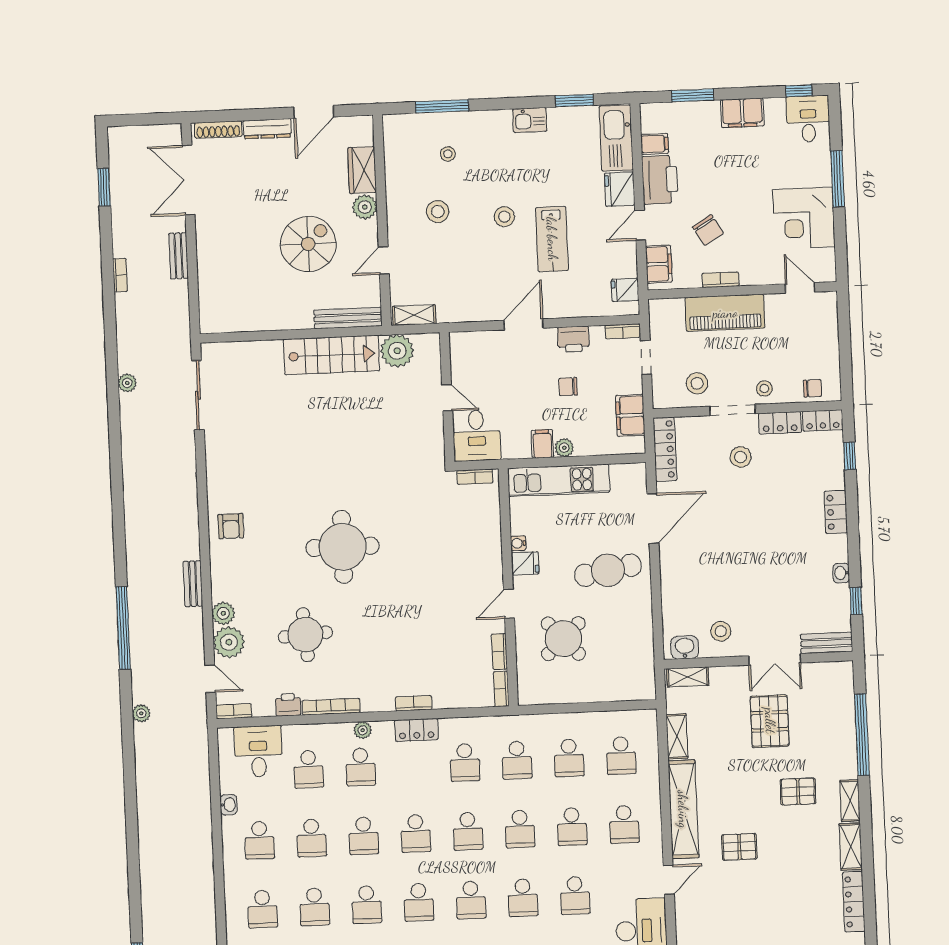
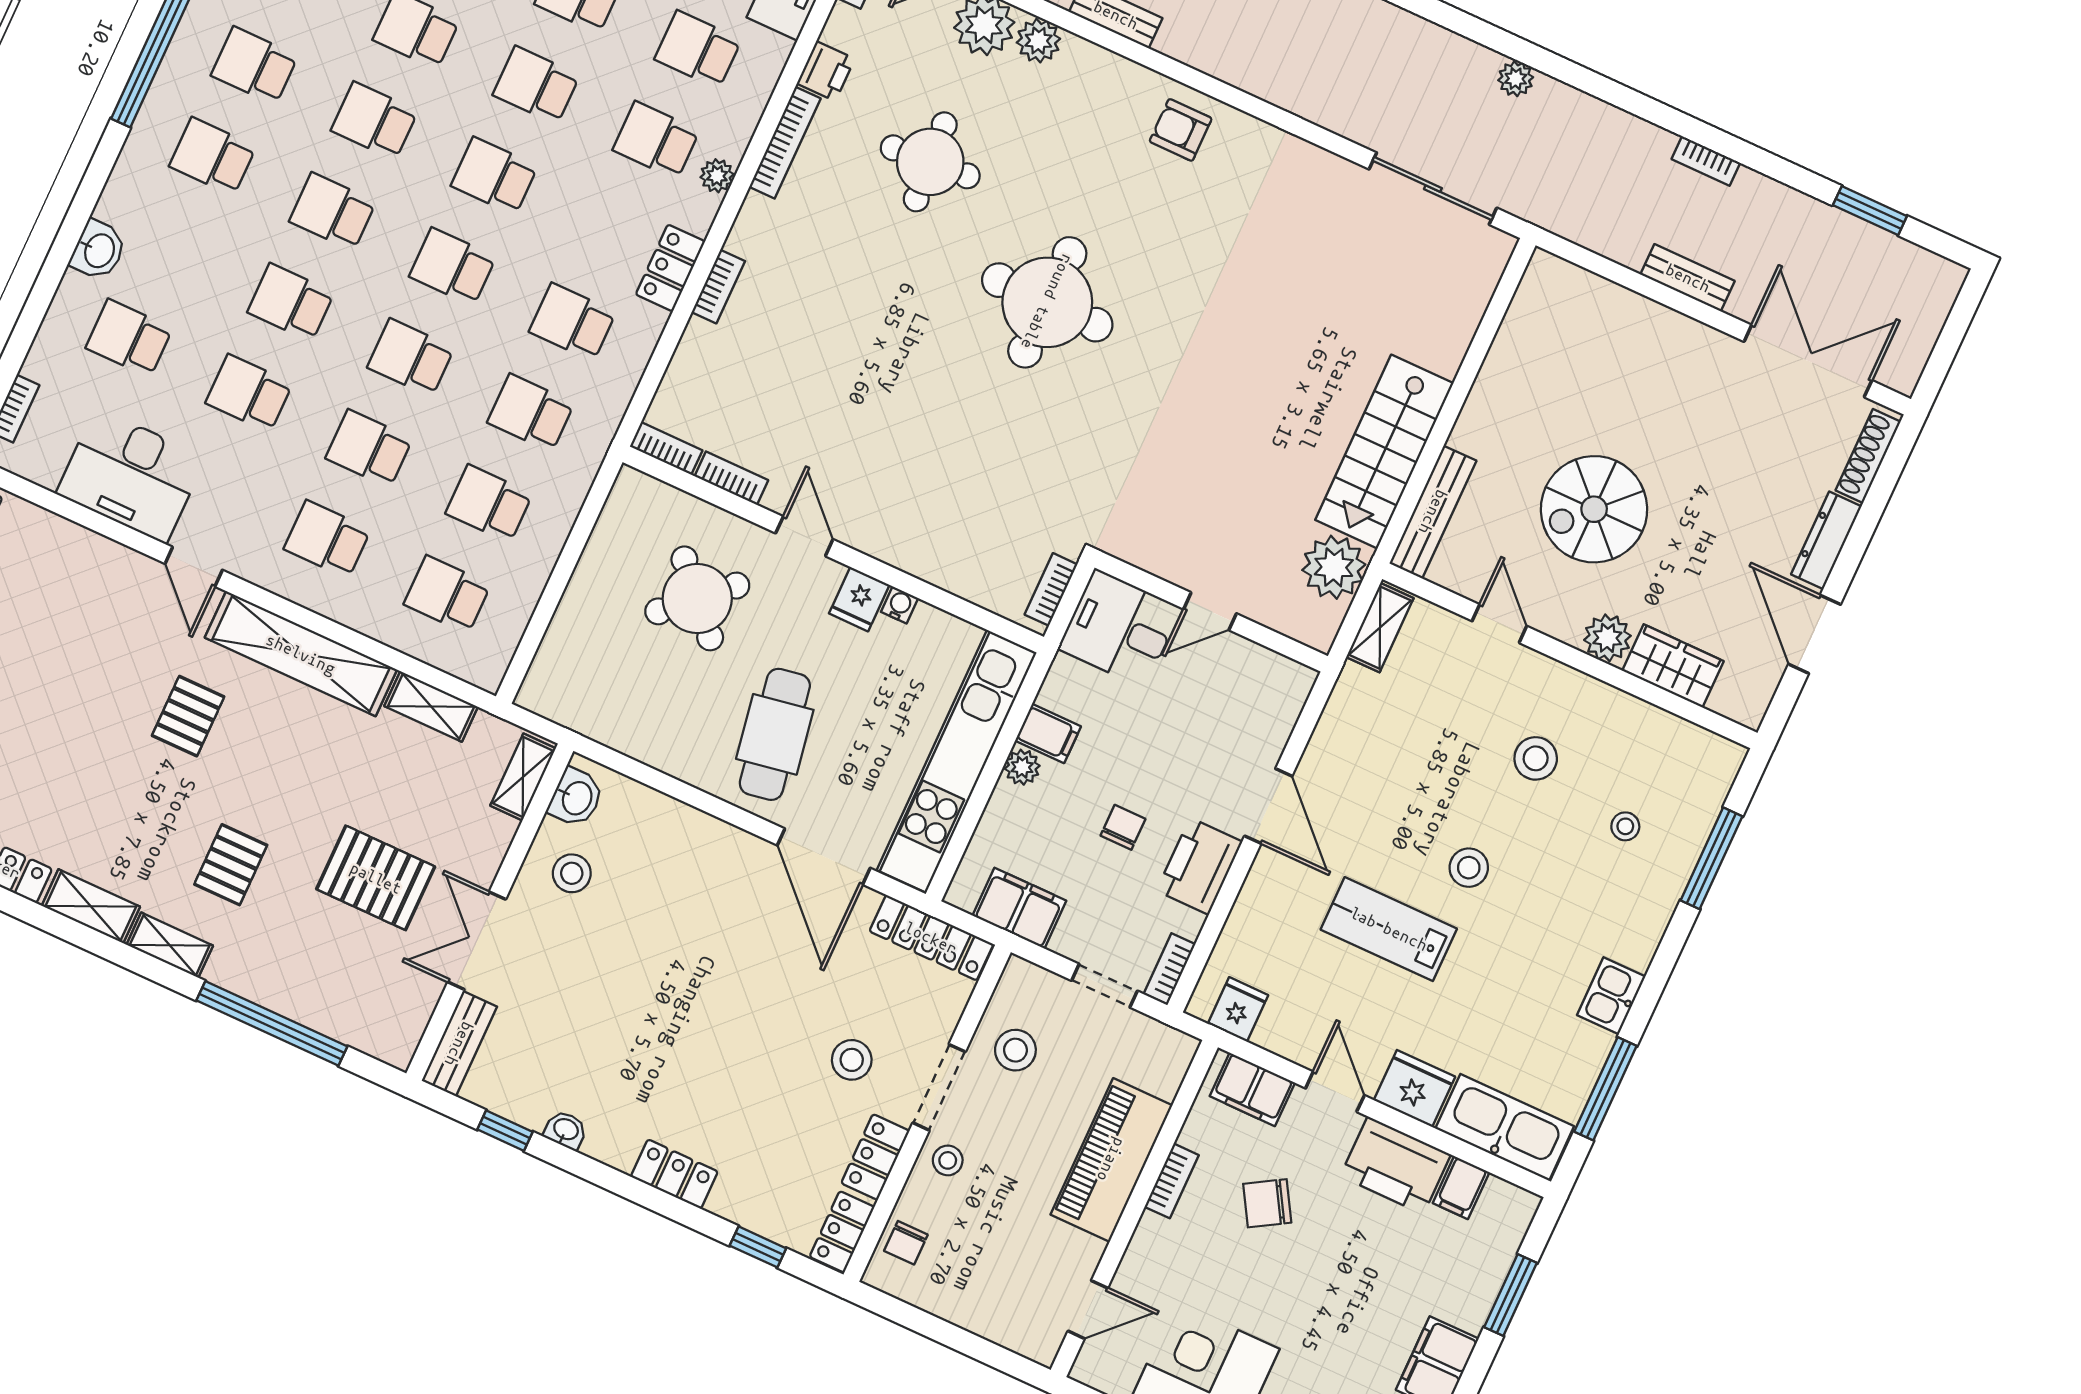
window: (574, 101) -> (1605, 1089), width x1.44
spiral stairs: (308, 244) -> (1594, 509), turned 90
printer: (573, 339) -> (1199, 866), width x1.37, depth x1.19
kitchen unit: (559, 480) -> (957, 761), width x1.36

